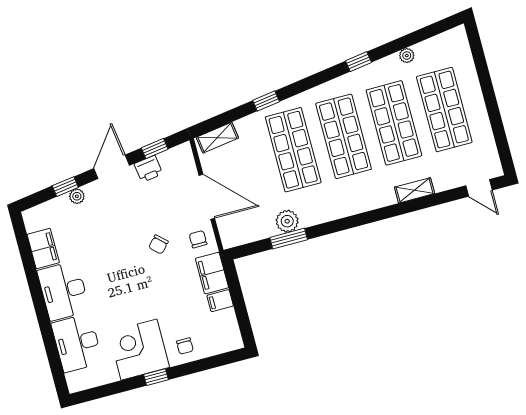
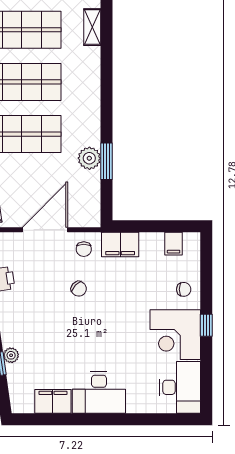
chair: (198, 239) -> (84, 249), turned -90
filing cabinet: (220, 301) -> (174, 244), moved
desk: (77, 343) -> (180, 387), moved, turned -90

